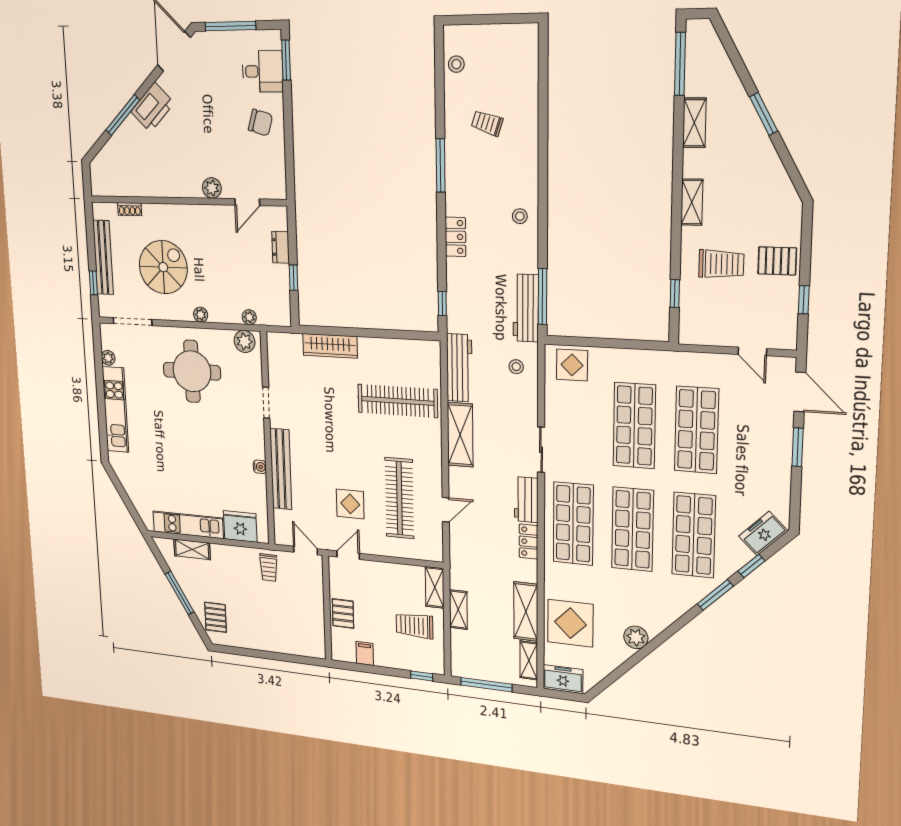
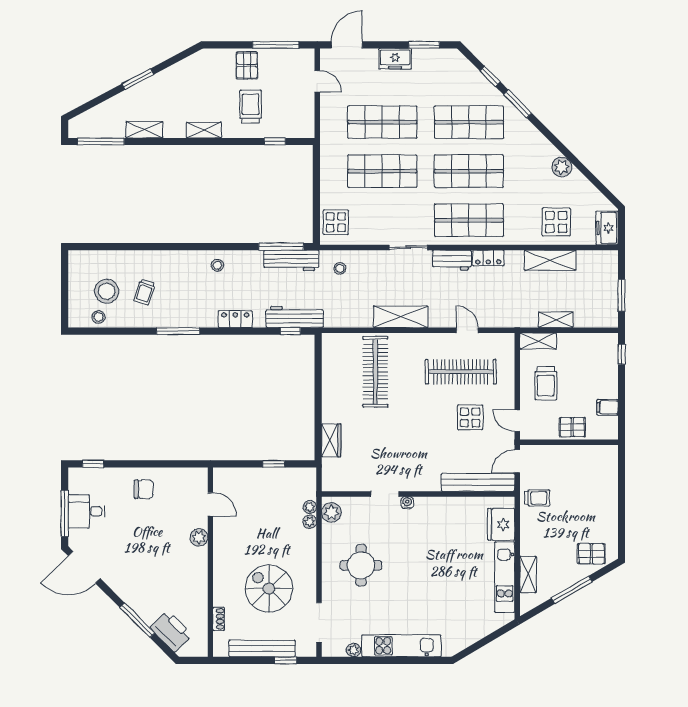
window: (286, 60) -> (93, 464), width x0.67
desk: (263, 71) -> (86, 511), moved, turned -90
stool: (488, 74) -> (107, 291), added
printer: (152, 107) -> (171, 631), moved
chair: (260, 123) -> (144, 489), turned 74
dresser: (281, 247) -> (248, 475), removed
window: (804, 300) -> (276, 45), width x2.17
plant: (201, 315) -> (310, 522), moved
wardrobe: (330, 346) -> (331, 440), width x0.67
door: (752, 351) -> (317, 81), hinge flipped
workbench: (459, 368) -> (295, 317), moved
round table: (192, 371) -> (361, 565), width x0.73, depth x0.73
window: (798, 447) -> (424, 45), moved
water cooler: (260, 467) -> (407, 503), moved
bench: (281, 469) -> (478, 482), moved
freezer: (763, 533) -> (395, 59), moved, turned -45
display table: (570, 623) -> (556, 222), width x0.73, depth x0.73
trolley: (414, 626) -> (546, 383), moved
shelving: (529, 660) -> (594, 258), removed
window: (486, 685) -> (622, 295), width x0.69

